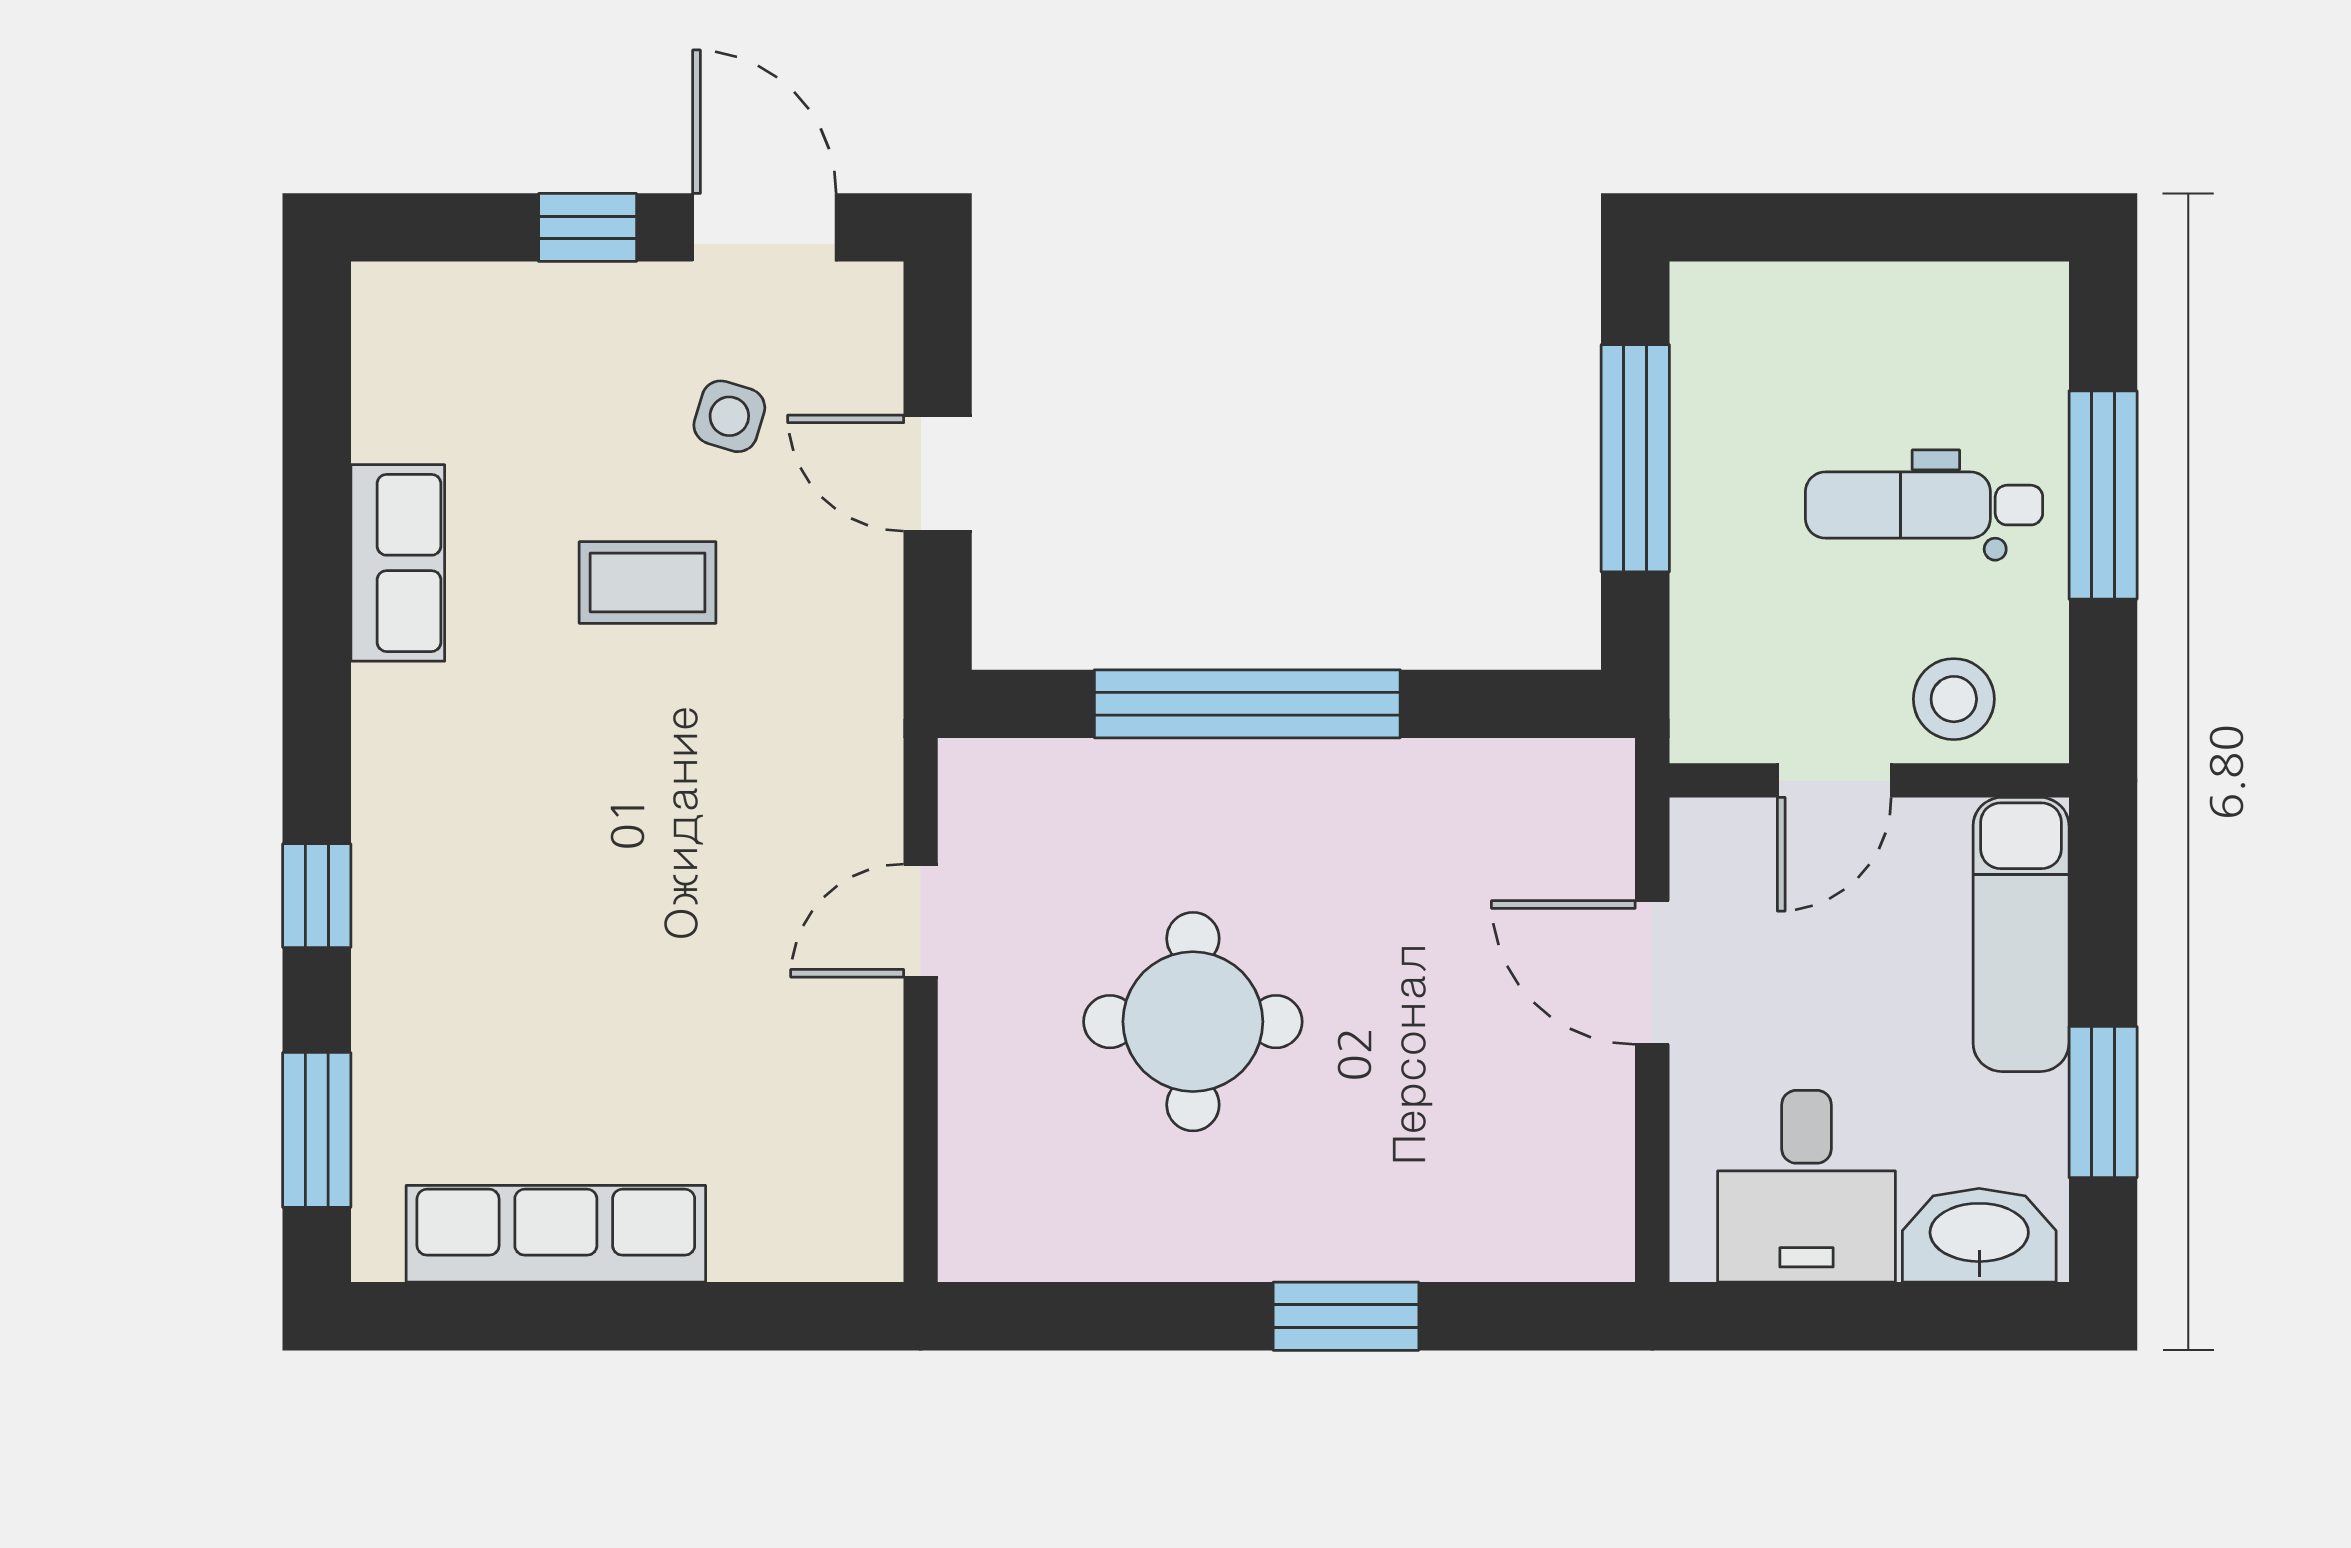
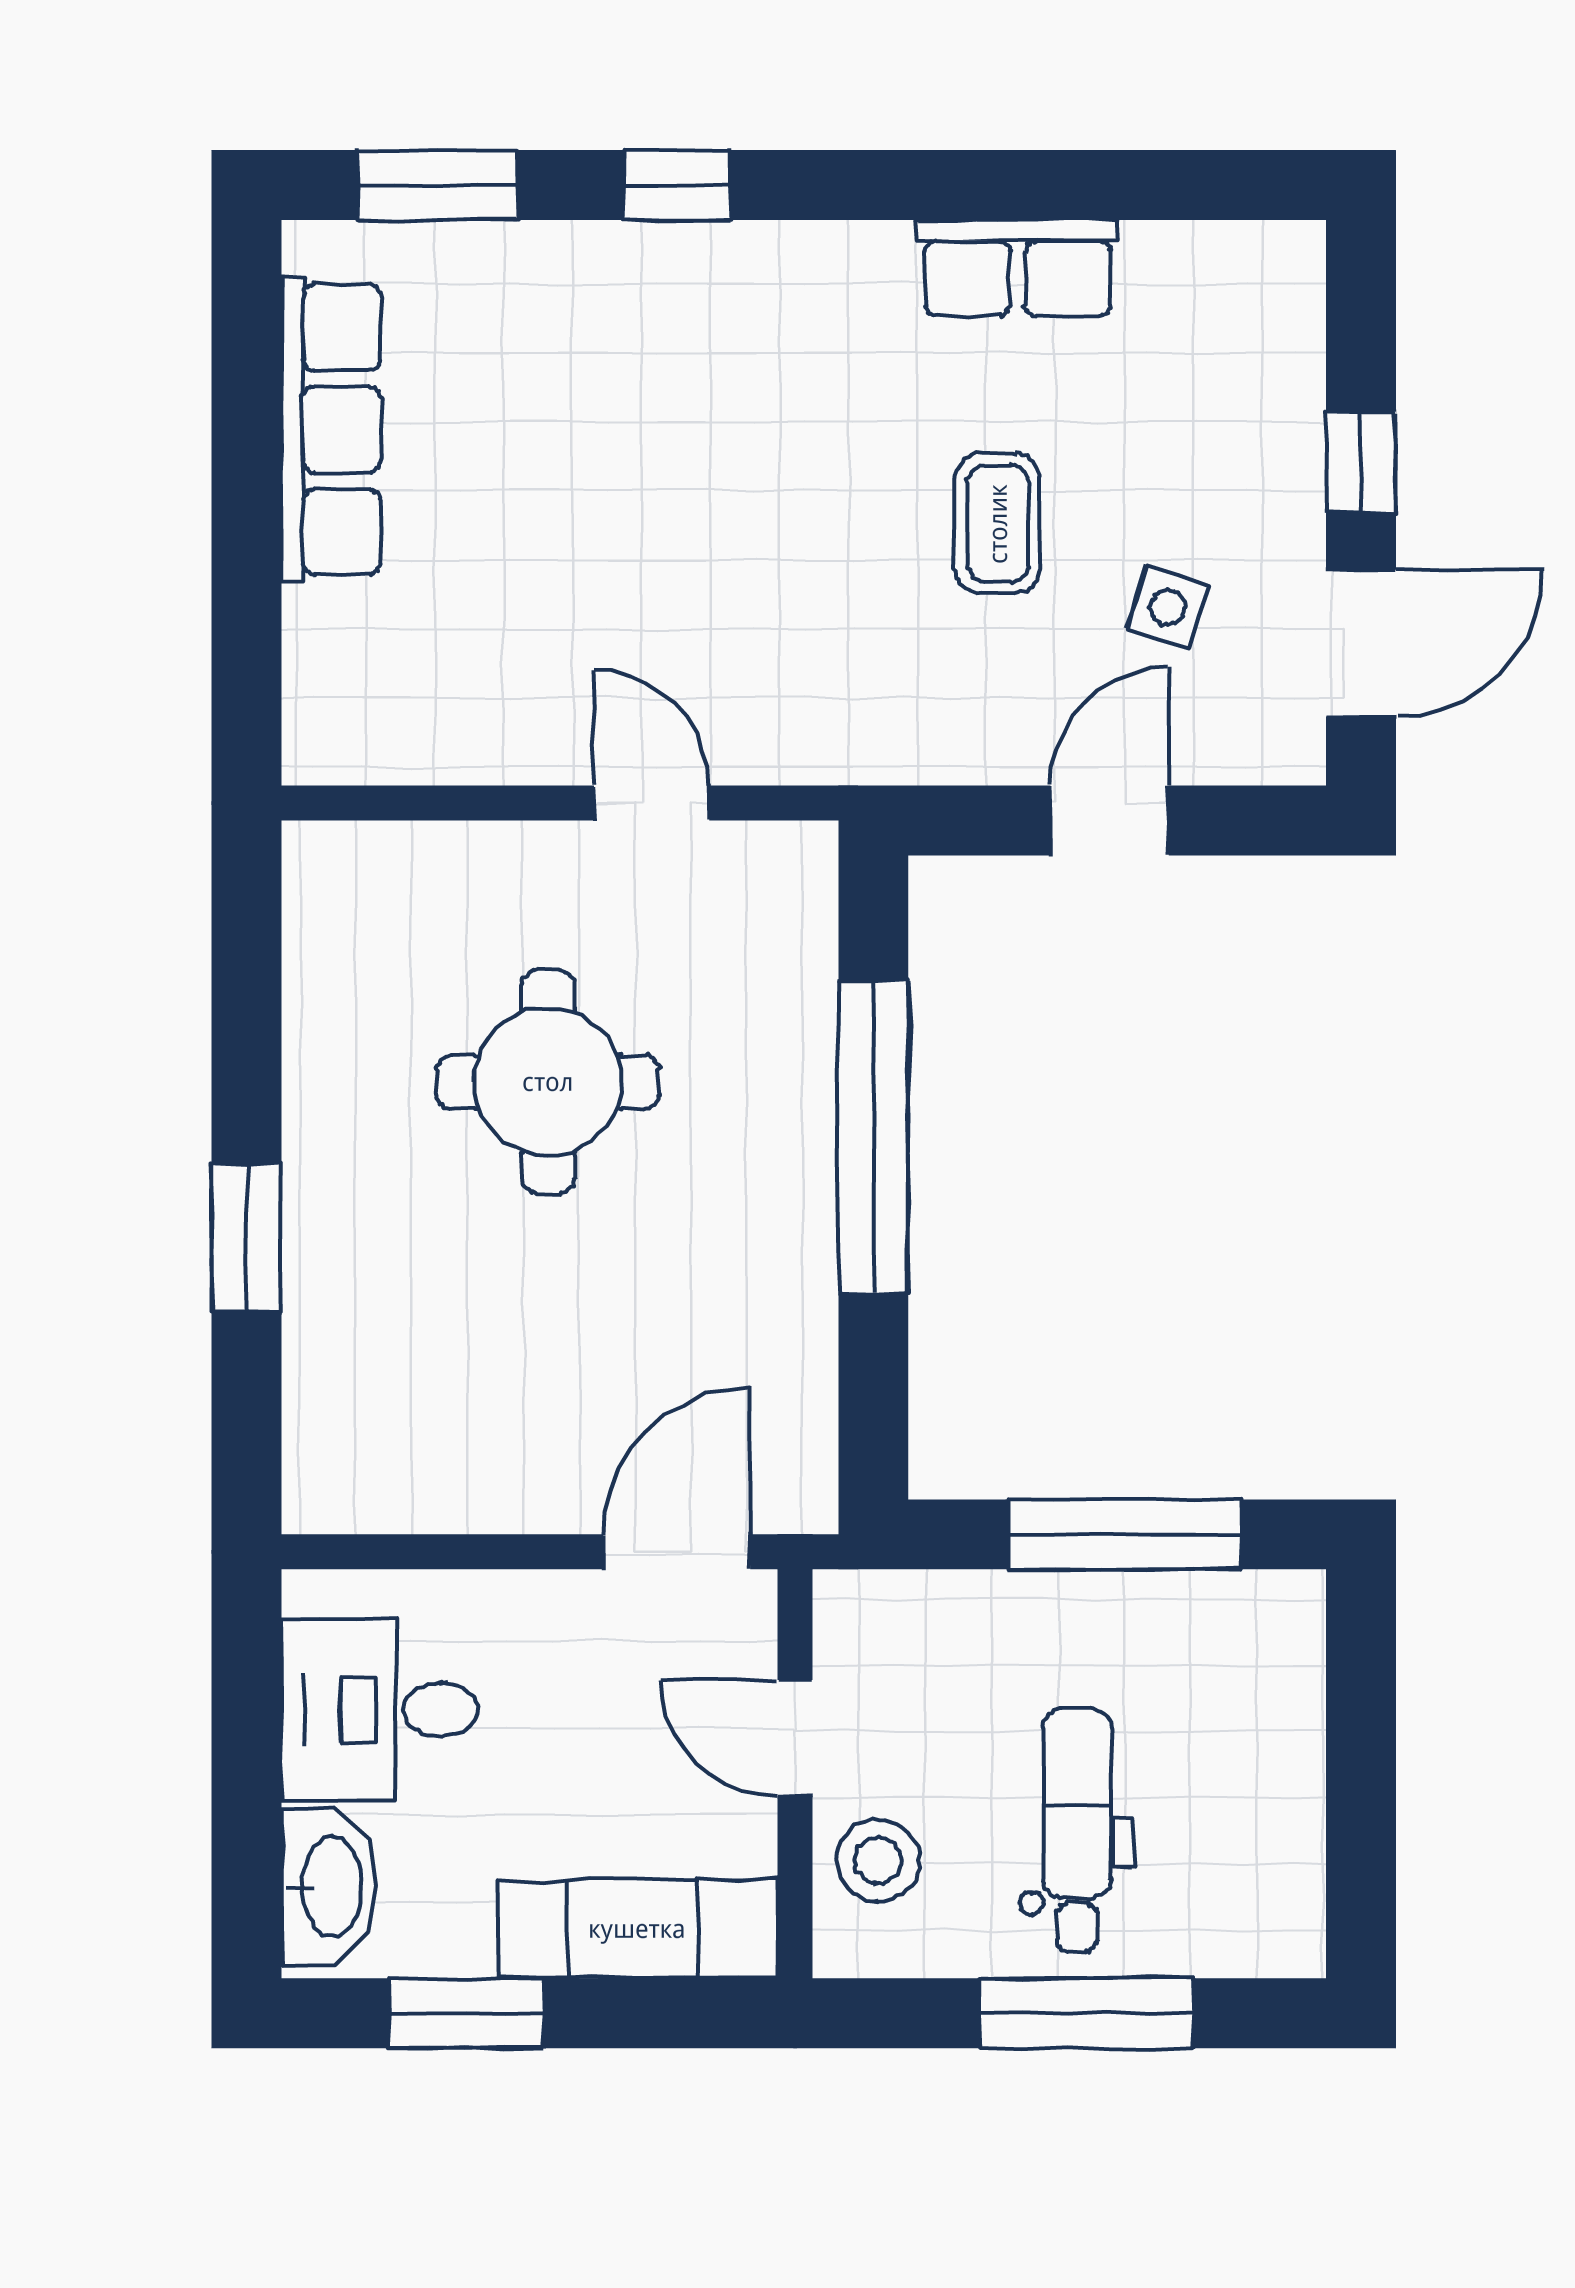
door: (1652, 973) -> (677, 1552), moved

